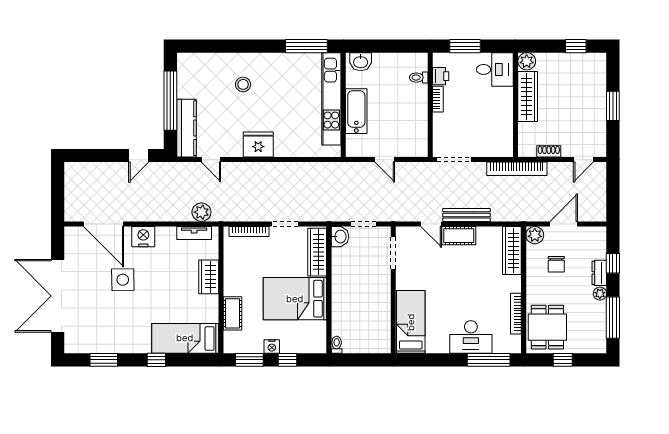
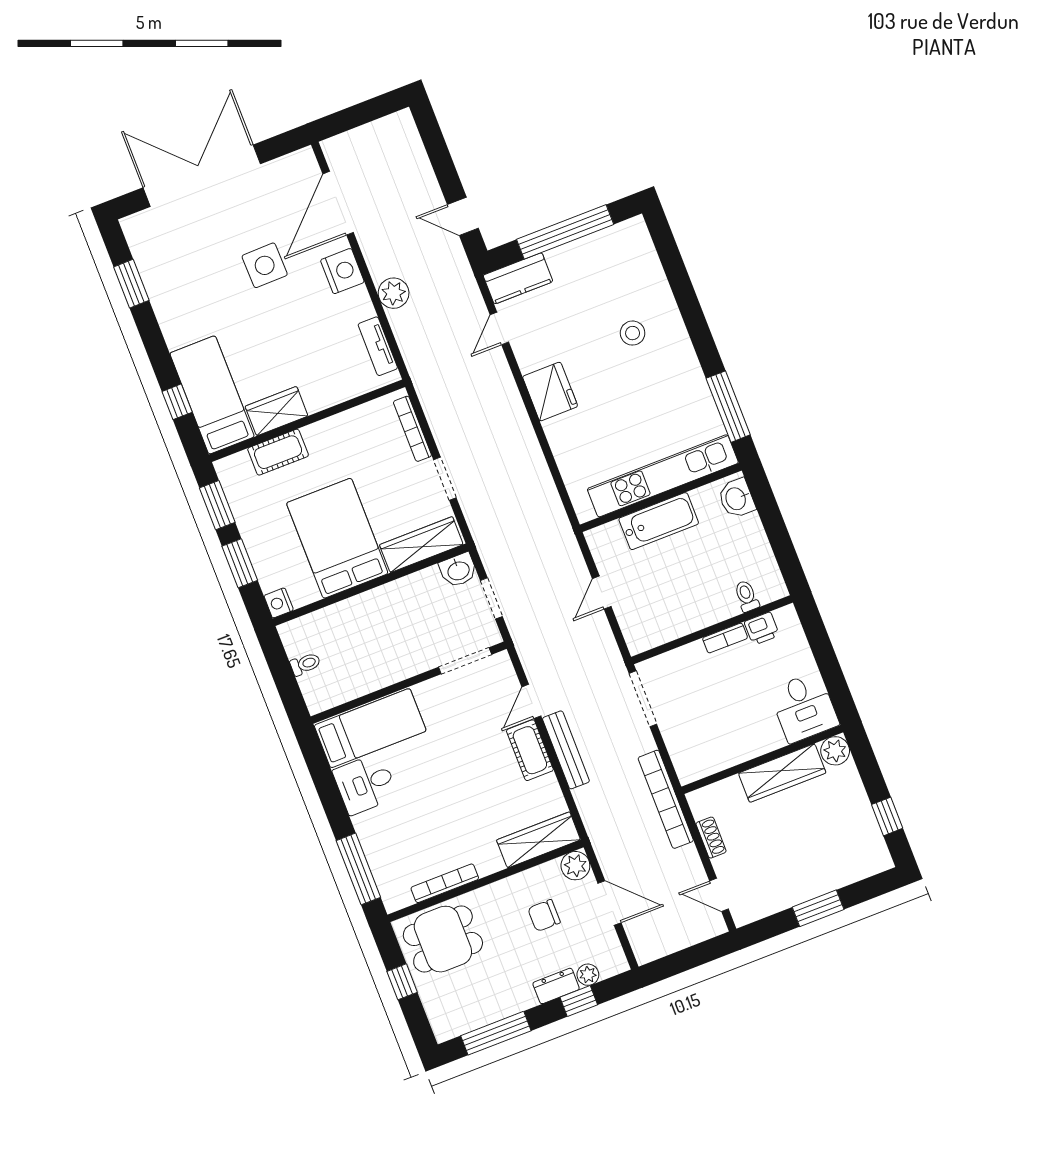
window: (465, 46) -> (822, 648), removed
kitchen counter: (186, 128) -> (518, 278), width x0.67
plant: (201, 212) -> (394, 293), moved
wardrobe: (209, 277) -> (277, 411), moved
plant: (600, 294) -> (588, 975), moved
desk: (471, 337) -> (365, 784), moved, width x0.73
toilet: (337, 345) -> (305, 664), moved
nightstand: (272, 347) -> (279, 603), moved
window: (156, 360) -> (177, 402), moved
window: (288, 360) -> (240, 563), width x1.50

